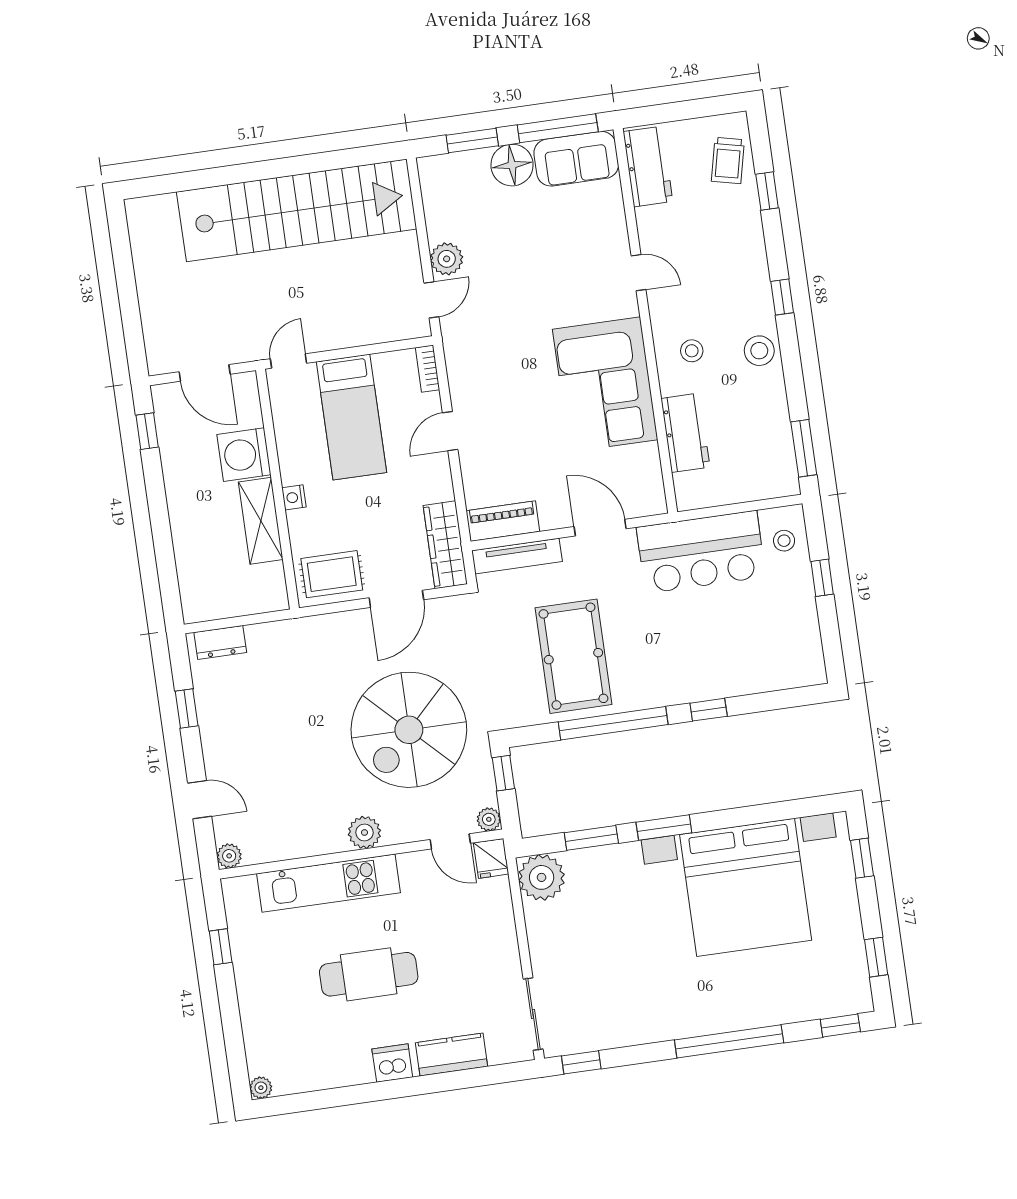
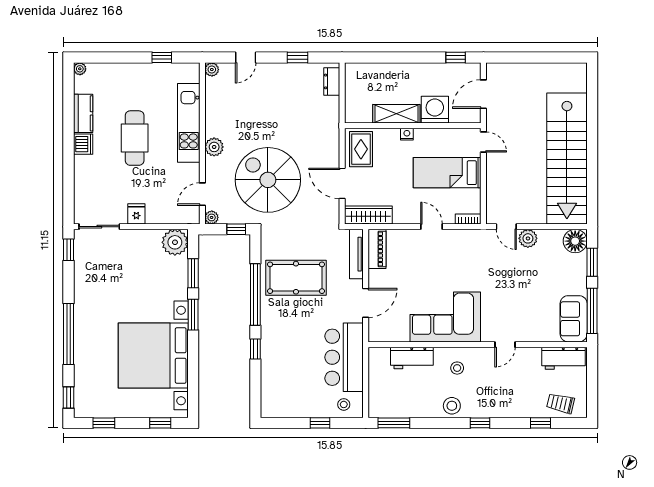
floor lamp: (512, 165) -> (575, 241), moved
fridge: (491, 858) -> (136, 214), moved, turned 90
kitchen counter: (452, 1055) -> (83, 113), moved

